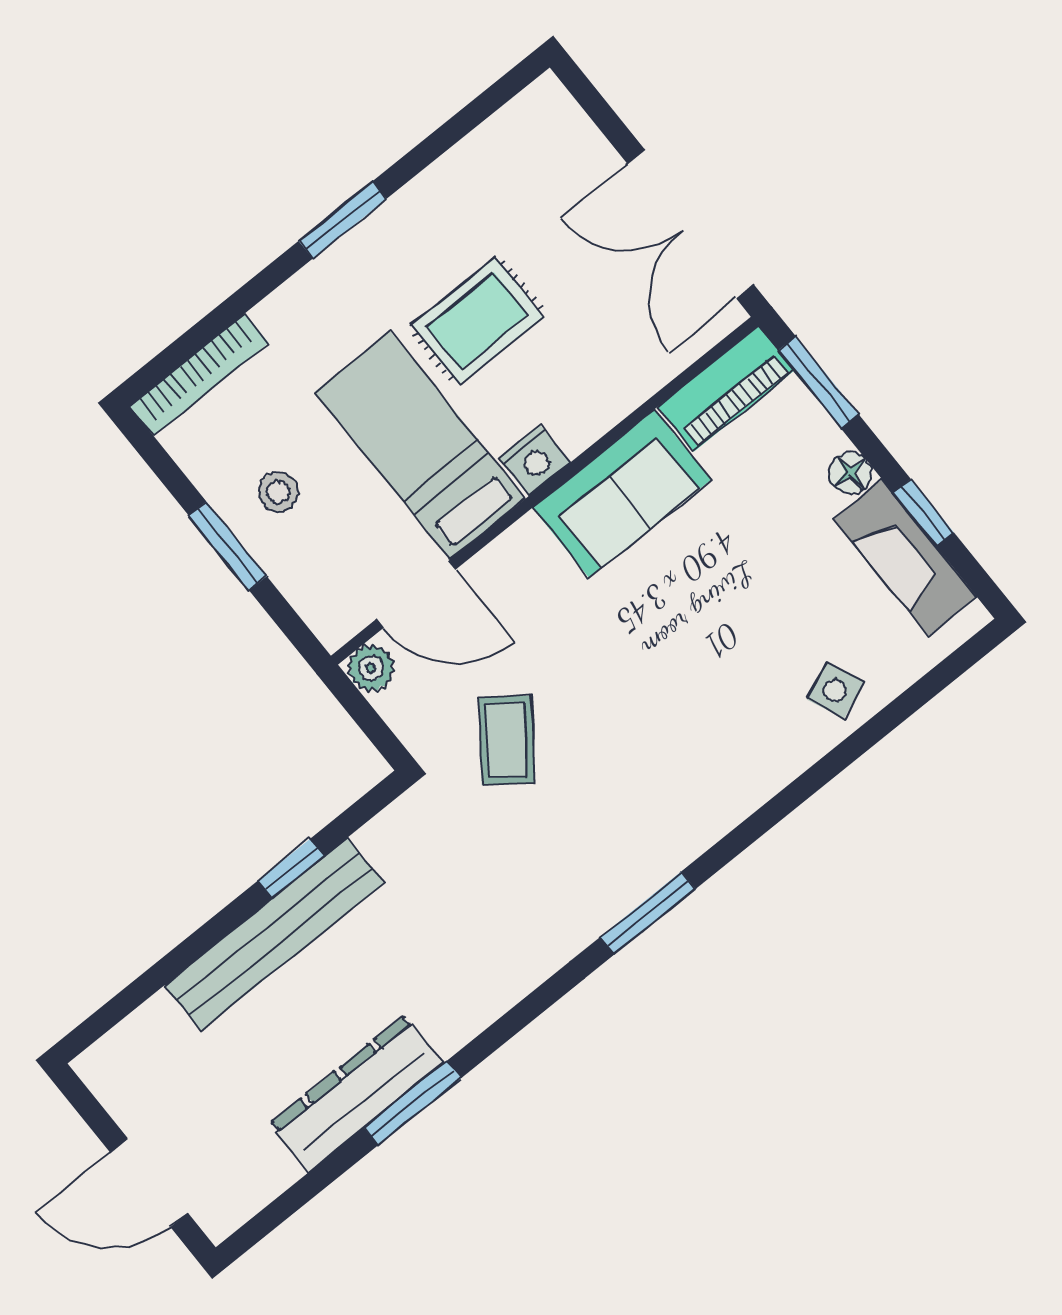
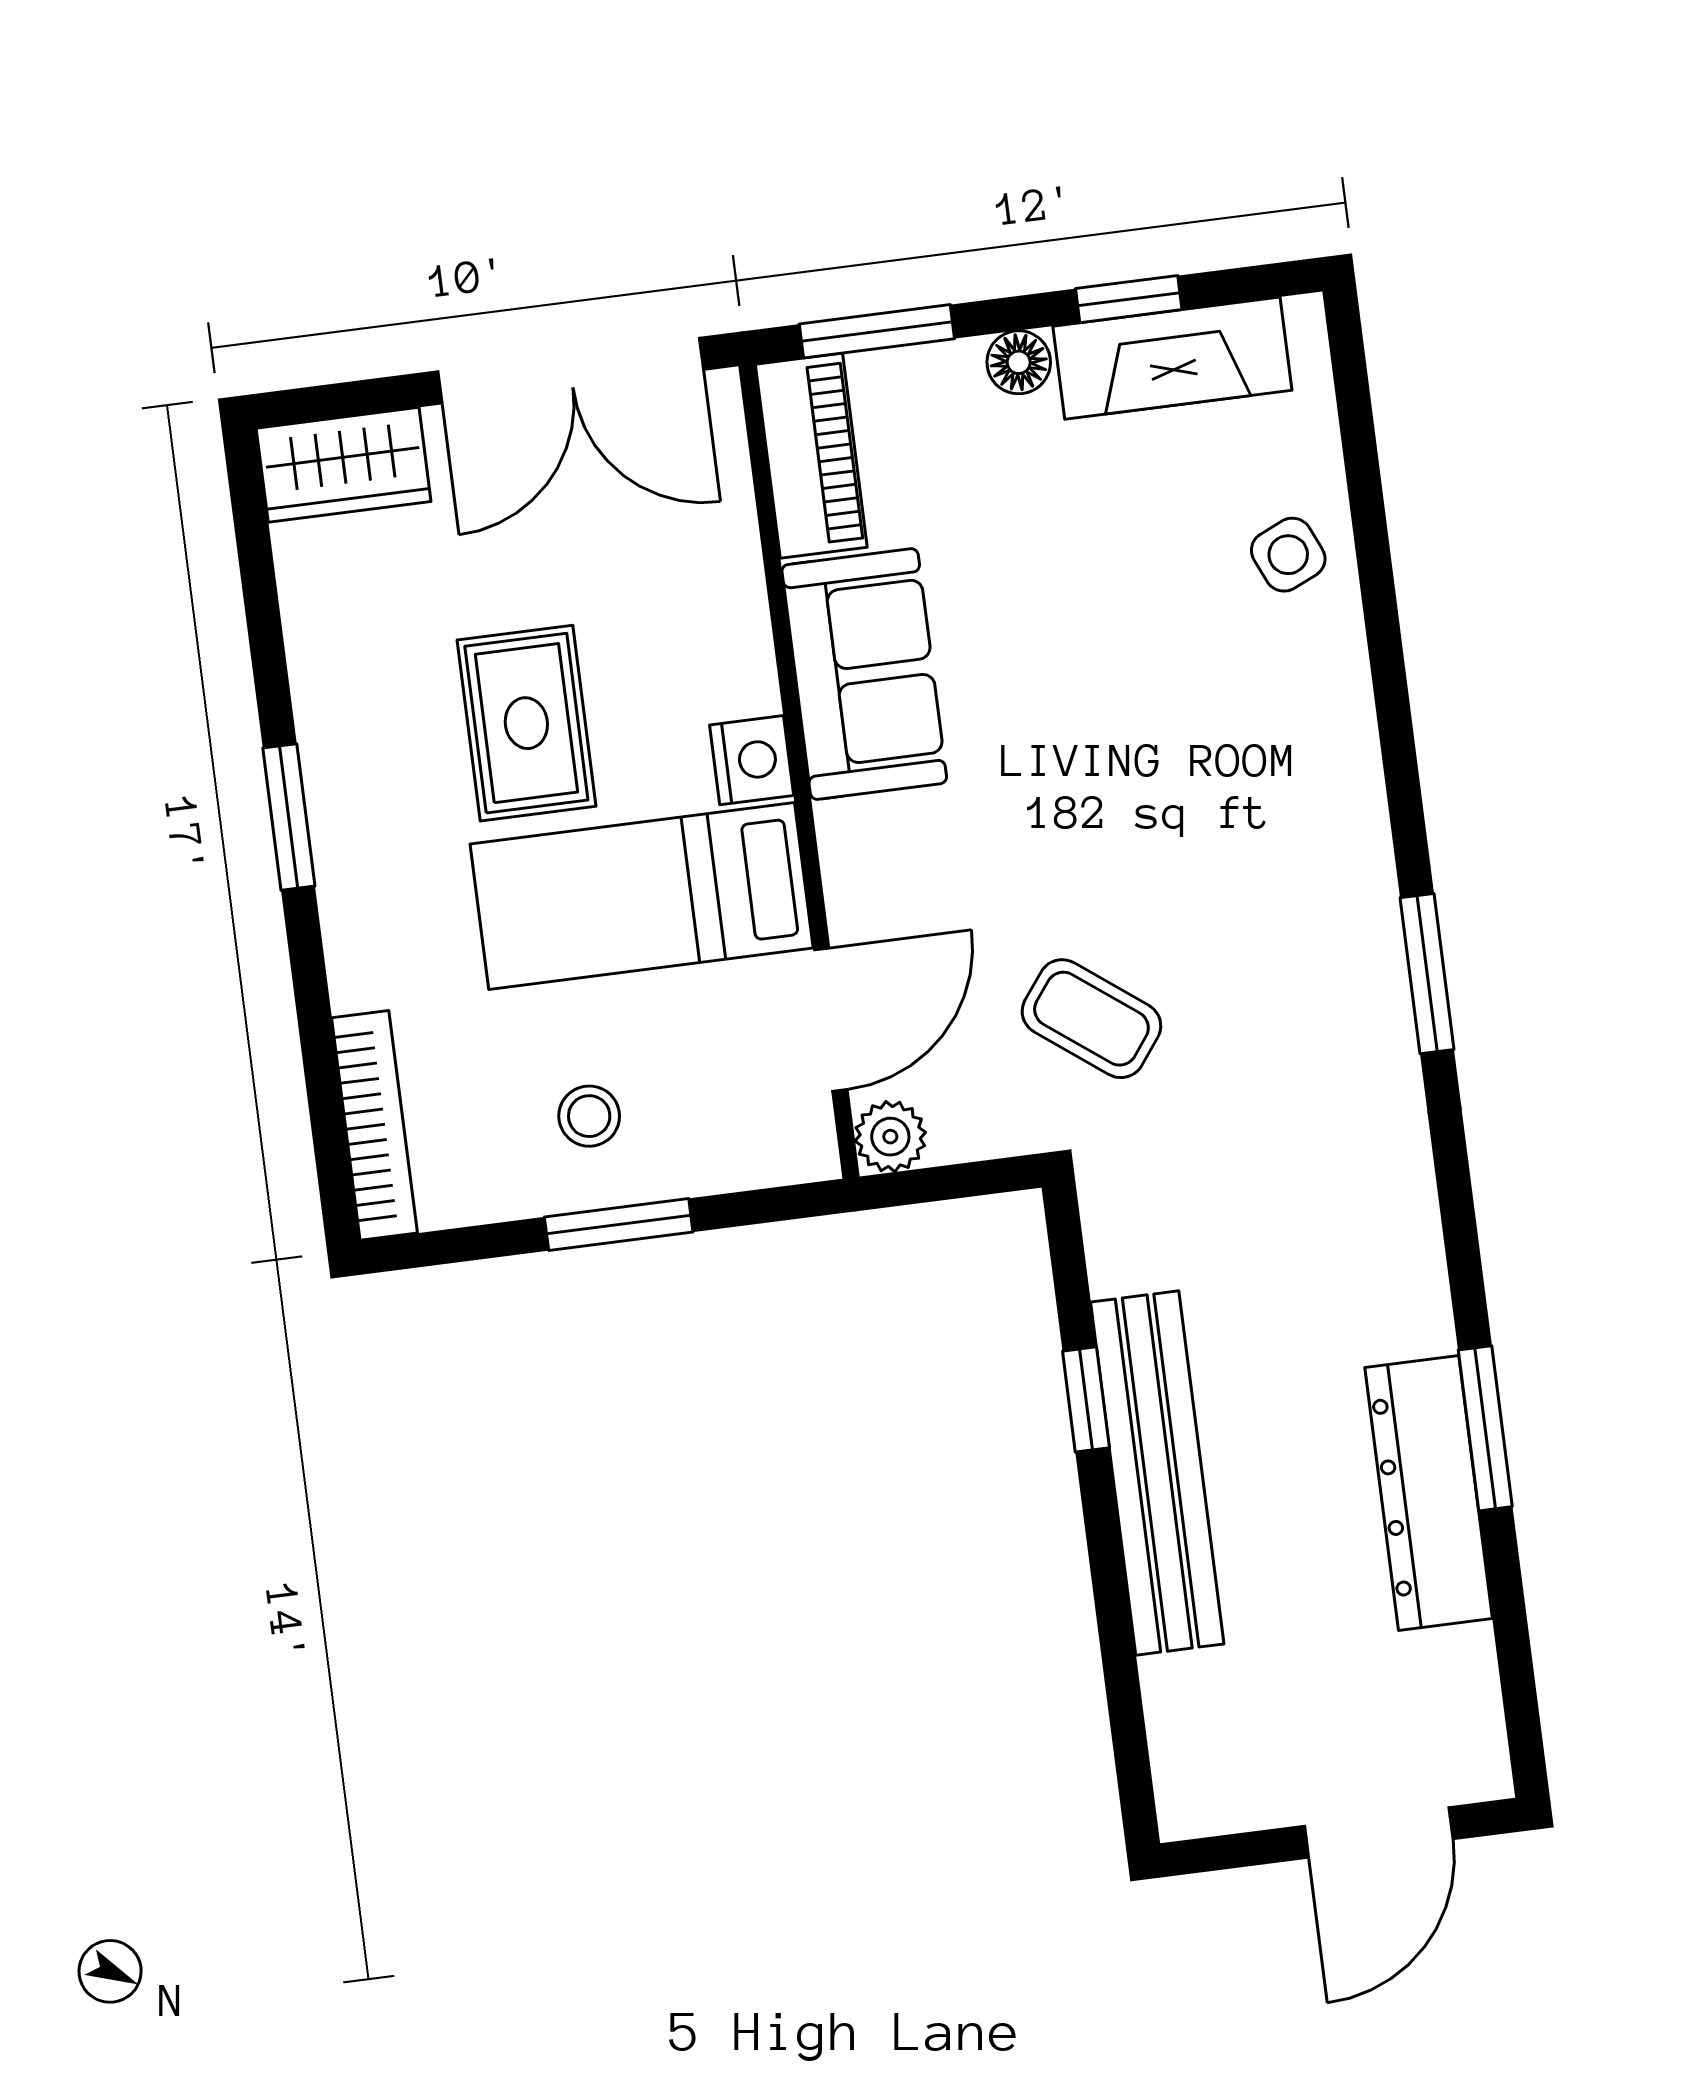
wardrobe: (559, 129) -> (344, 465), added

